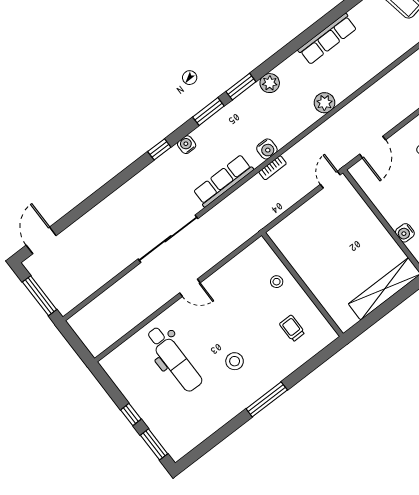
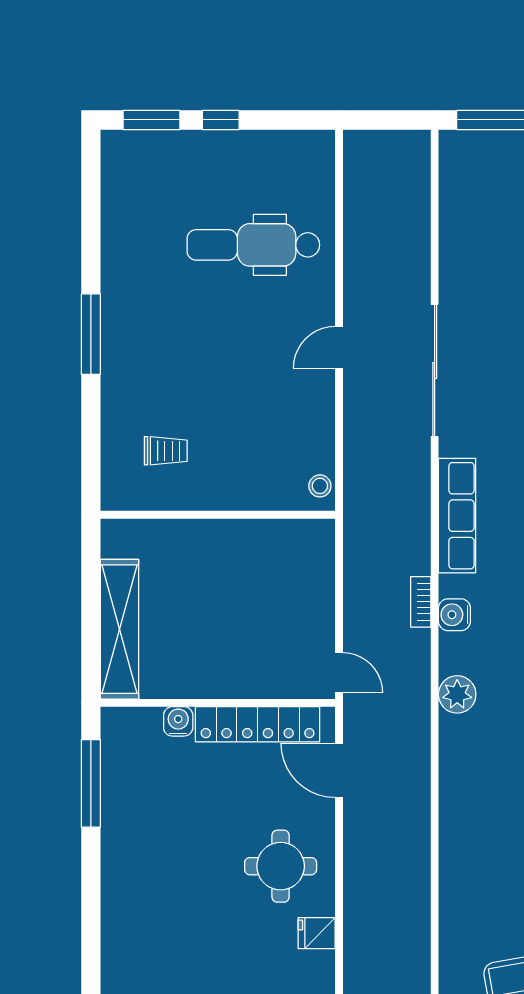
plant: (325, 103) -> (457, 694), moved
locker: (380, 198) -> (258, 724), added
stool: (277, 282) -> (320, 486), moved
stool: (235, 361) -> (182, 330), removed

